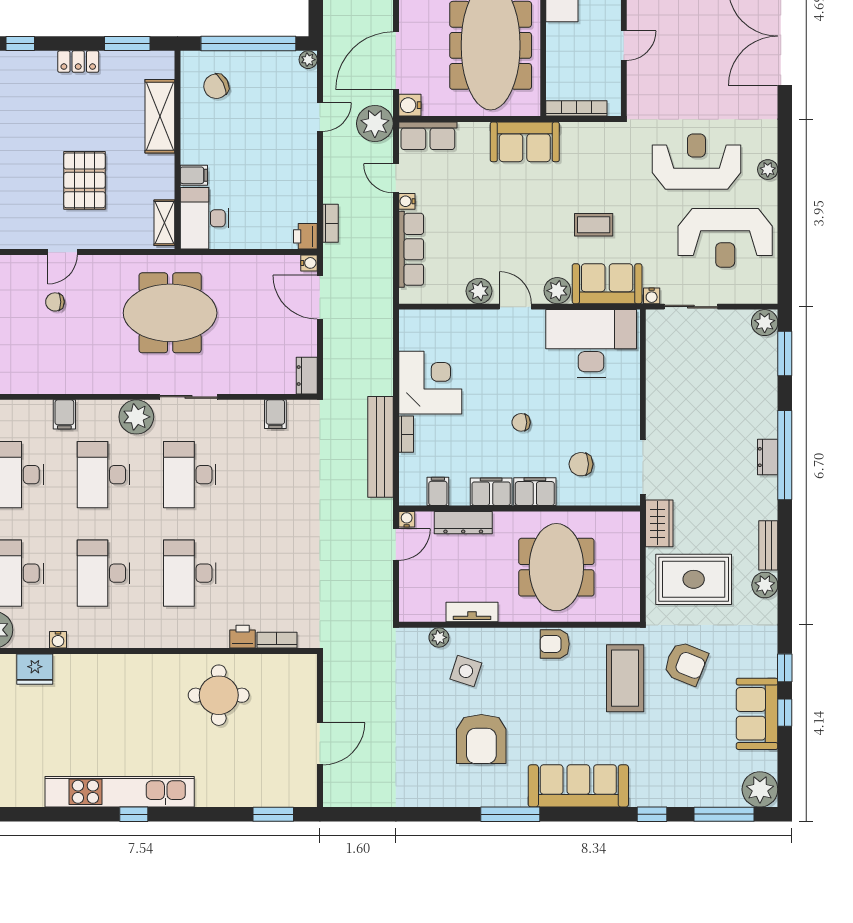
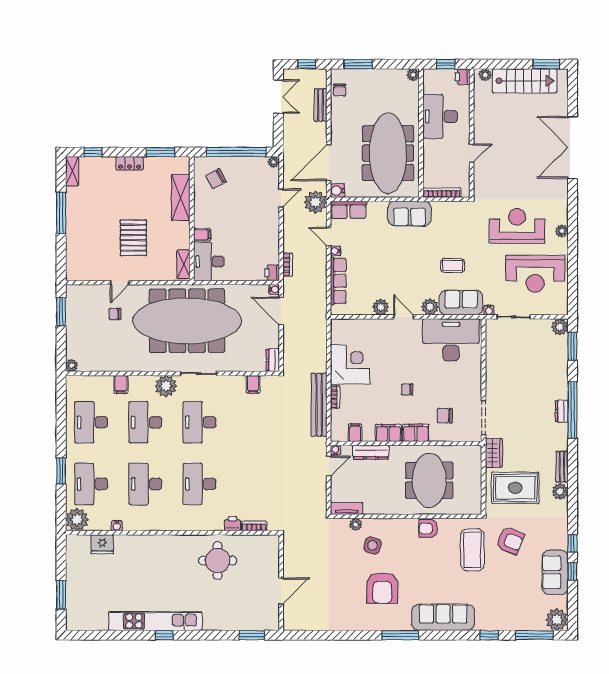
meeting table: (170, 313) -> (187, 321), width x1.86, depth x1.27
tv unit: (472, 612) -> (347, 508), moved

